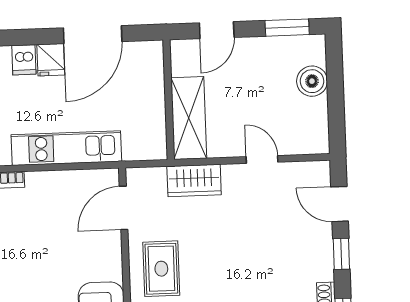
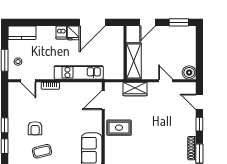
boiler: (312, 81) -> (189, 73), moved
rug: (161, 269) -> (119, 128), turned 90

